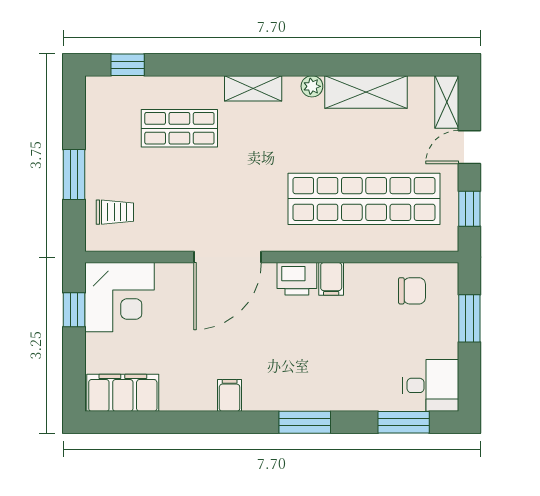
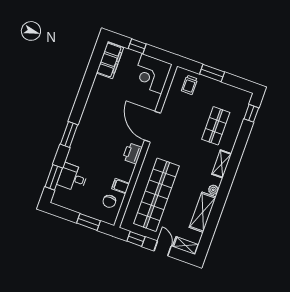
filing cabinet: (331, 279) -> (121, 186), moved
window: (74, 310) -> (137, 46), moved
desk: (431, 385) -> (73, 178), moved, turned 90
filing cabinet: (230, 395) -> (92, 106), removed

